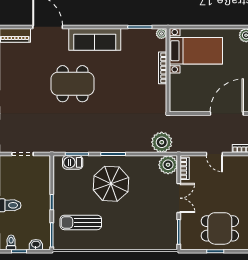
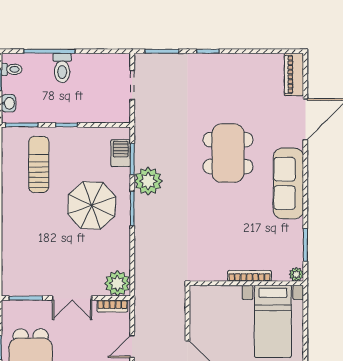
plant: (162, 142) -> (148, 181), moved

